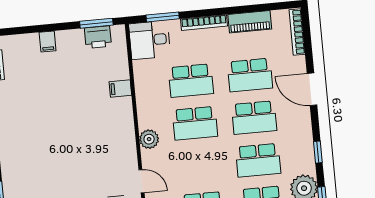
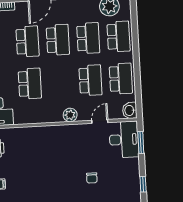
filing cabinet: (120, 89) -> (33, 134), removed
school desk: (195, 123) -> (90, 80), moved
chair: (62, 173) -> (92, 178), added

